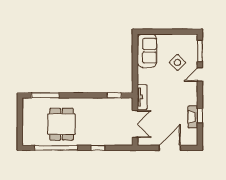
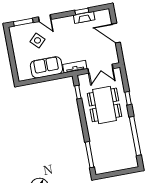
sofa: (147, 51) -> (46, 67), moved
dining table: (61, 124) -> (104, 105), moved, width x1.38
double door: (135, 124) -> (100, 69), swing flipped

